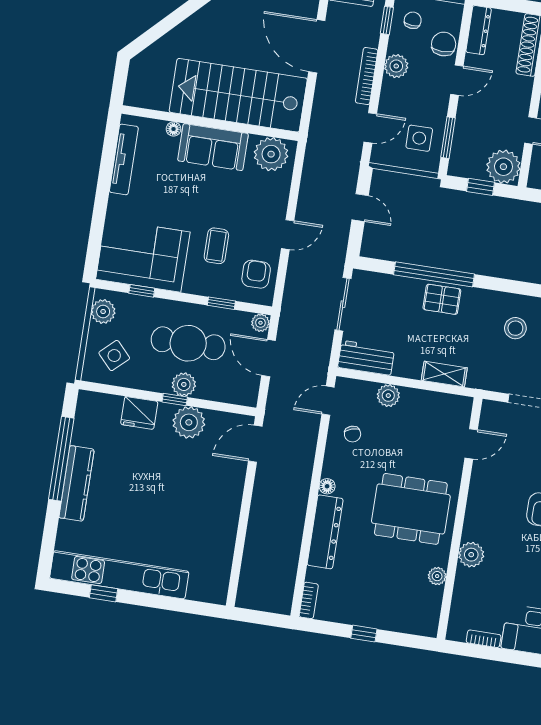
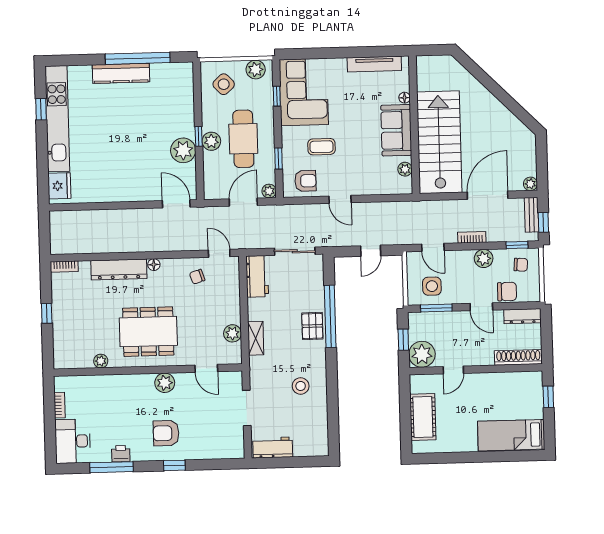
bookcase: (367, 76) -> (472, 237), width x0.64
plant: (271, 154) -> (405, 169), width x0.53, depth x0.53
plant: (388, 396) -> (232, 333), moved
fridge: (139, 413) -> (59, 186), moved, turned 180
dining table: (411, 509) -> (148, 332), turned 90
plant: (471, 555) -> (165, 383), moved

